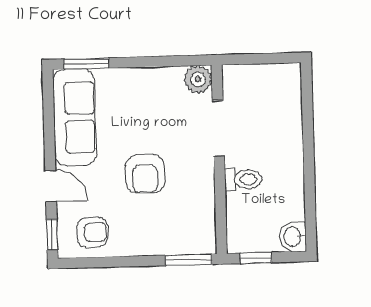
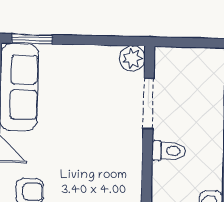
armchair: (145, 174) -> (80, 141), removed

